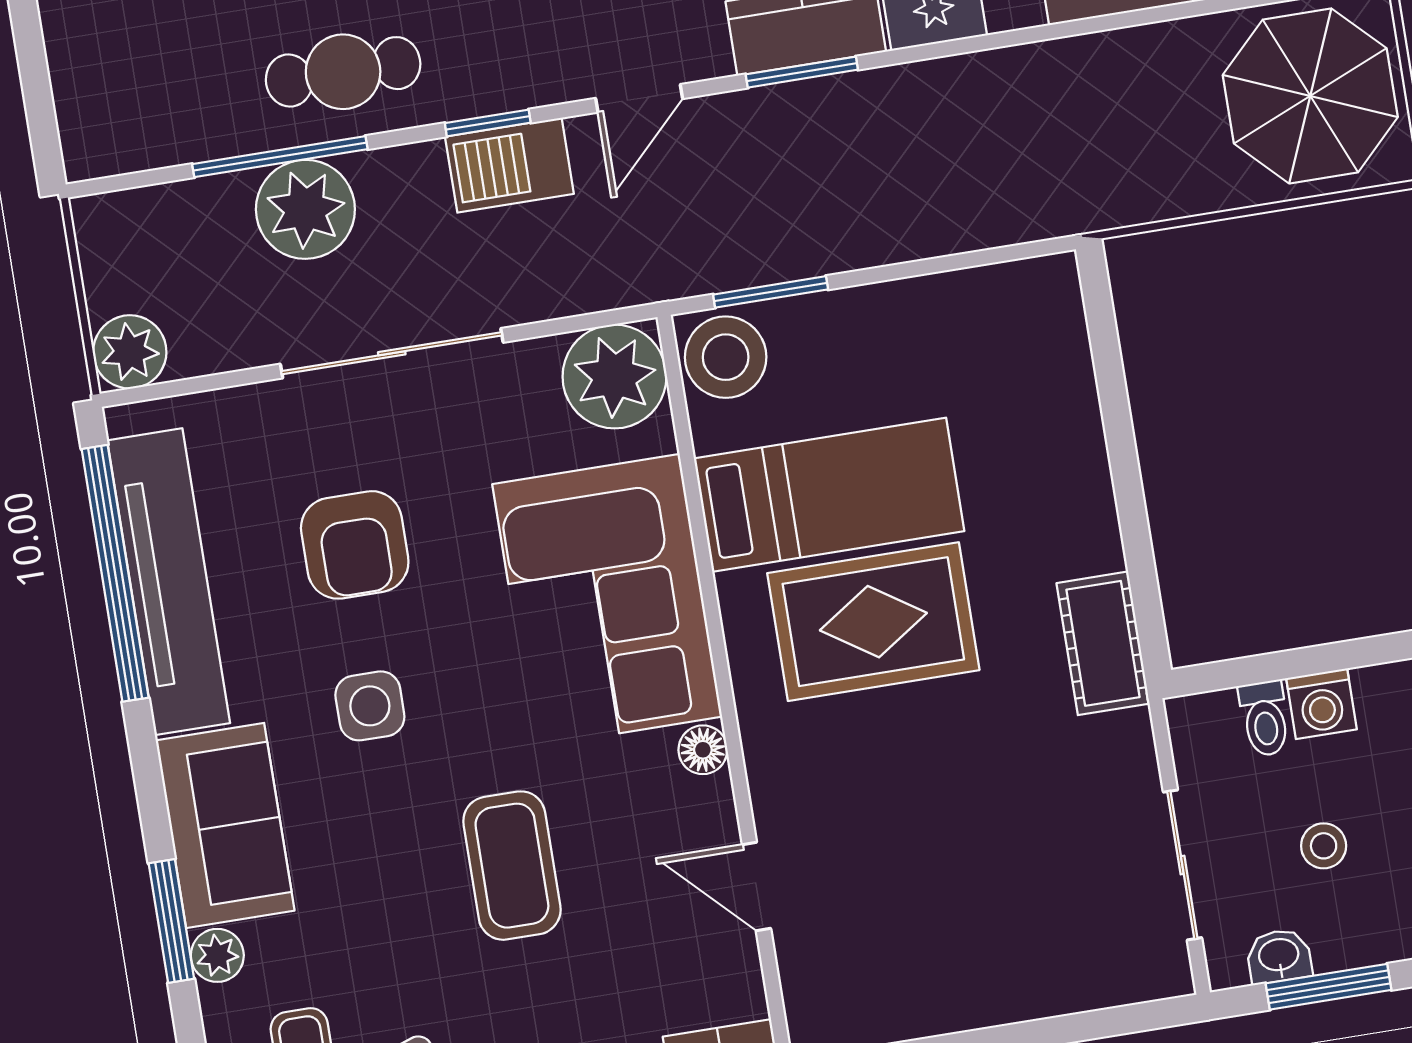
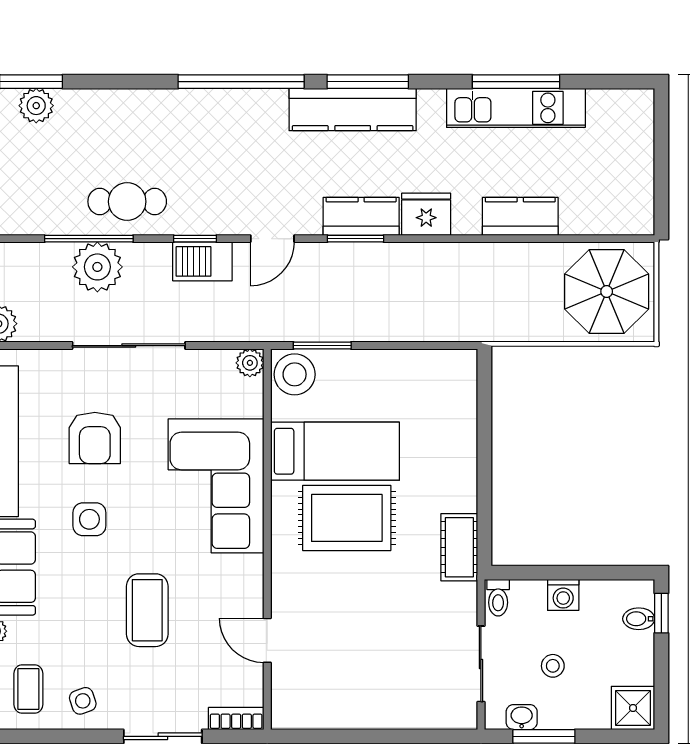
plant: (614, 377) -> (250, 363), width x0.53, depth x0.53
toilet: (1265, 718) -> (498, 598), moved
floor lamp: (703, 750) -> (252, 568), removed

